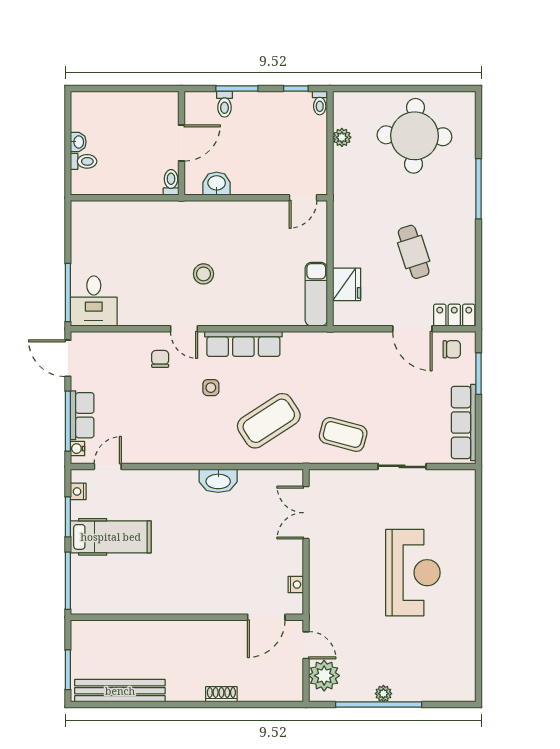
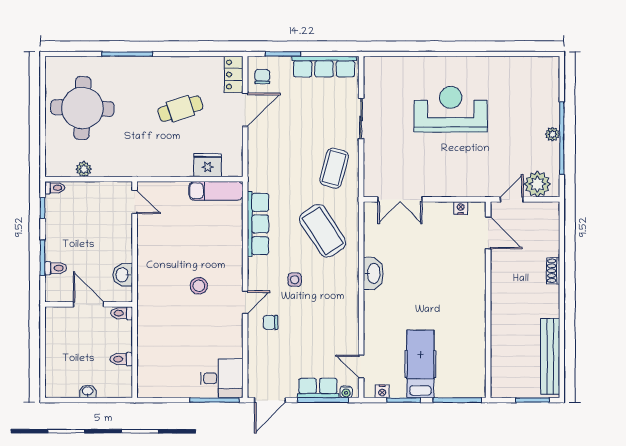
toilet: (84, 161) -> (121, 359), moved, turned -90
row of seats: (243, 344) -> (258, 224), moved

